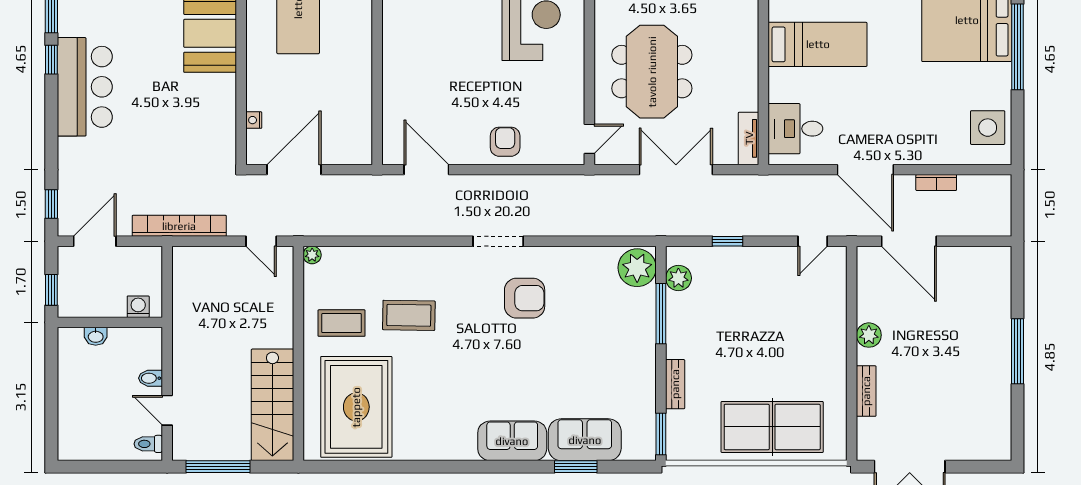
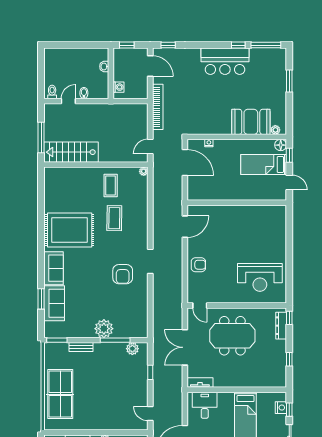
double door: (676, 170) -> (185, 347), swing flipped
plant: (637, 268) -> (104, 329), moved
rug: (356, 407) -> (70, 230), moved
window: (218, 467) -> (41, 138), moved

